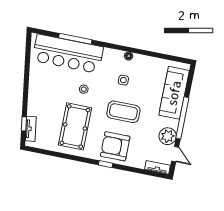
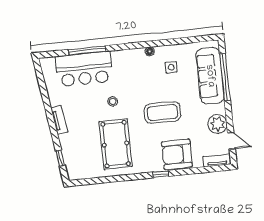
bar counter: (68, 54) -> (84, 69), width x0.73
side table: (123, 80) -> (171, 67), moved
window: (182, 118) -> (225, 77), moved
tv unit: (31, 129) -> (59, 120), moved
armchair: (115, 146) -> (177, 154), moved

